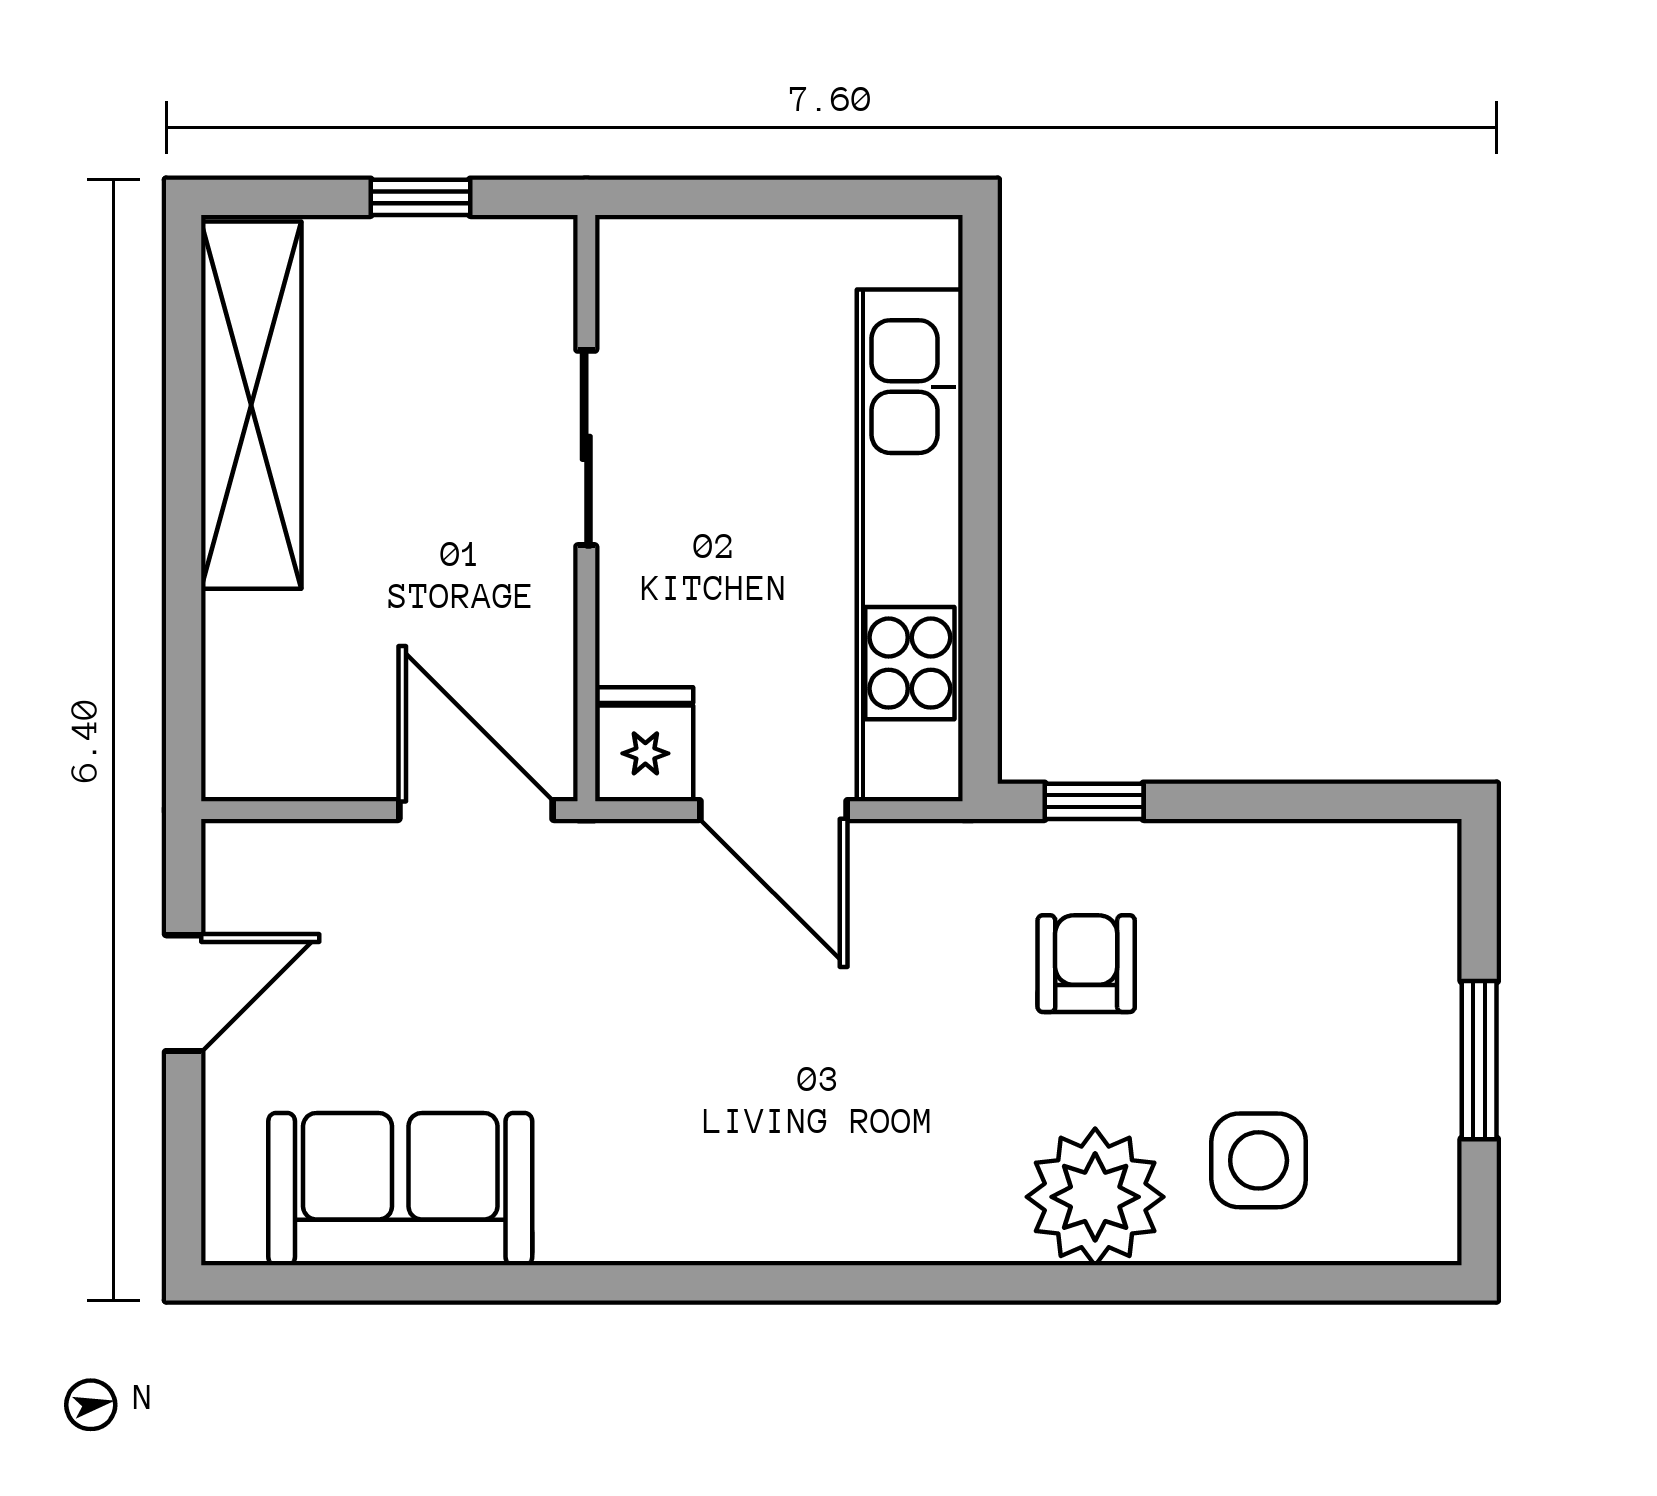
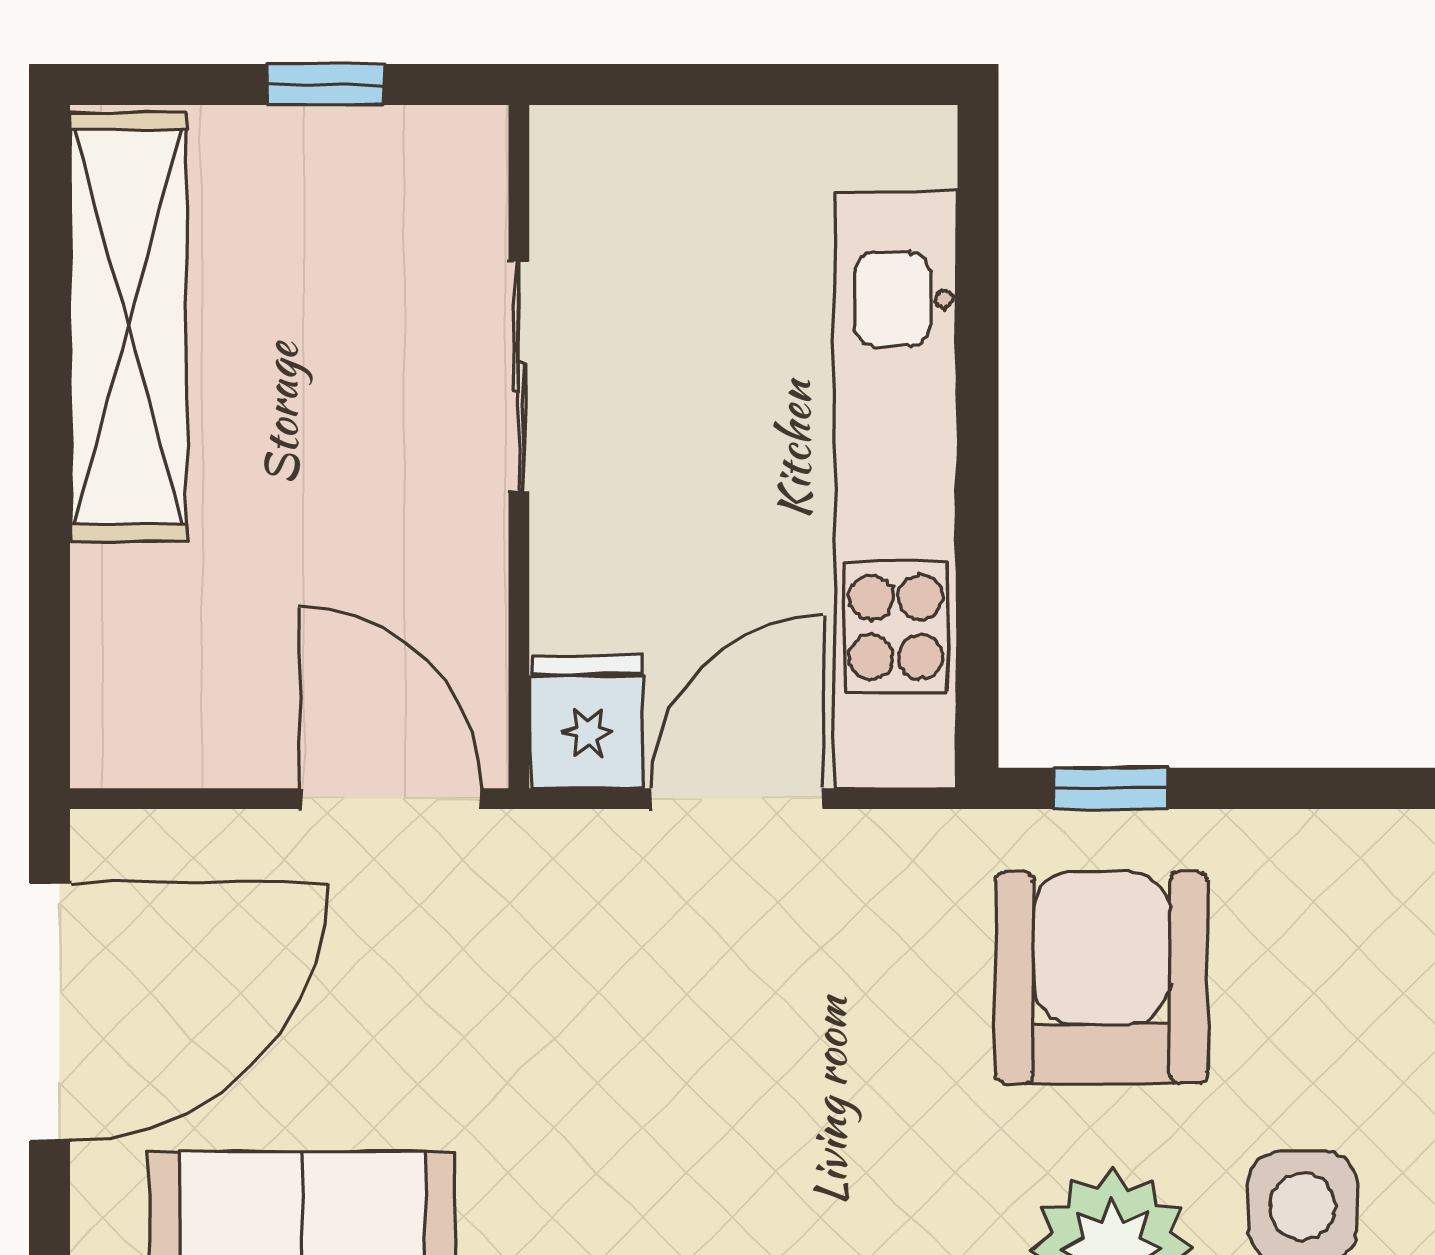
door: (774, 810) -> (737, 799), swing flipped
armchair: (1086, 964) -> (1101, 978), width x1.88, depth x1.88
door: (184, 993) -> (50, 1012), width x1.88

